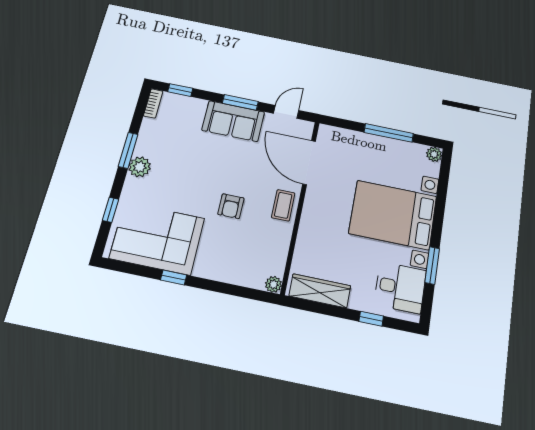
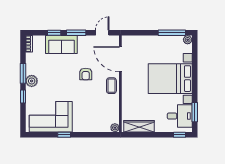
window: (180, 90) -> (54, 33), moved
sofa: (233, 121) -> (61, 44), moved
window: (389, 133) -> (172, 33), moved
armchair: (231, 206) -> (86, 74), moved
window: (110, 210) -> (23, 97), moved
window: (432, 266) -> (195, 112), moved
window: (371, 319) -> (179, 135), moved

